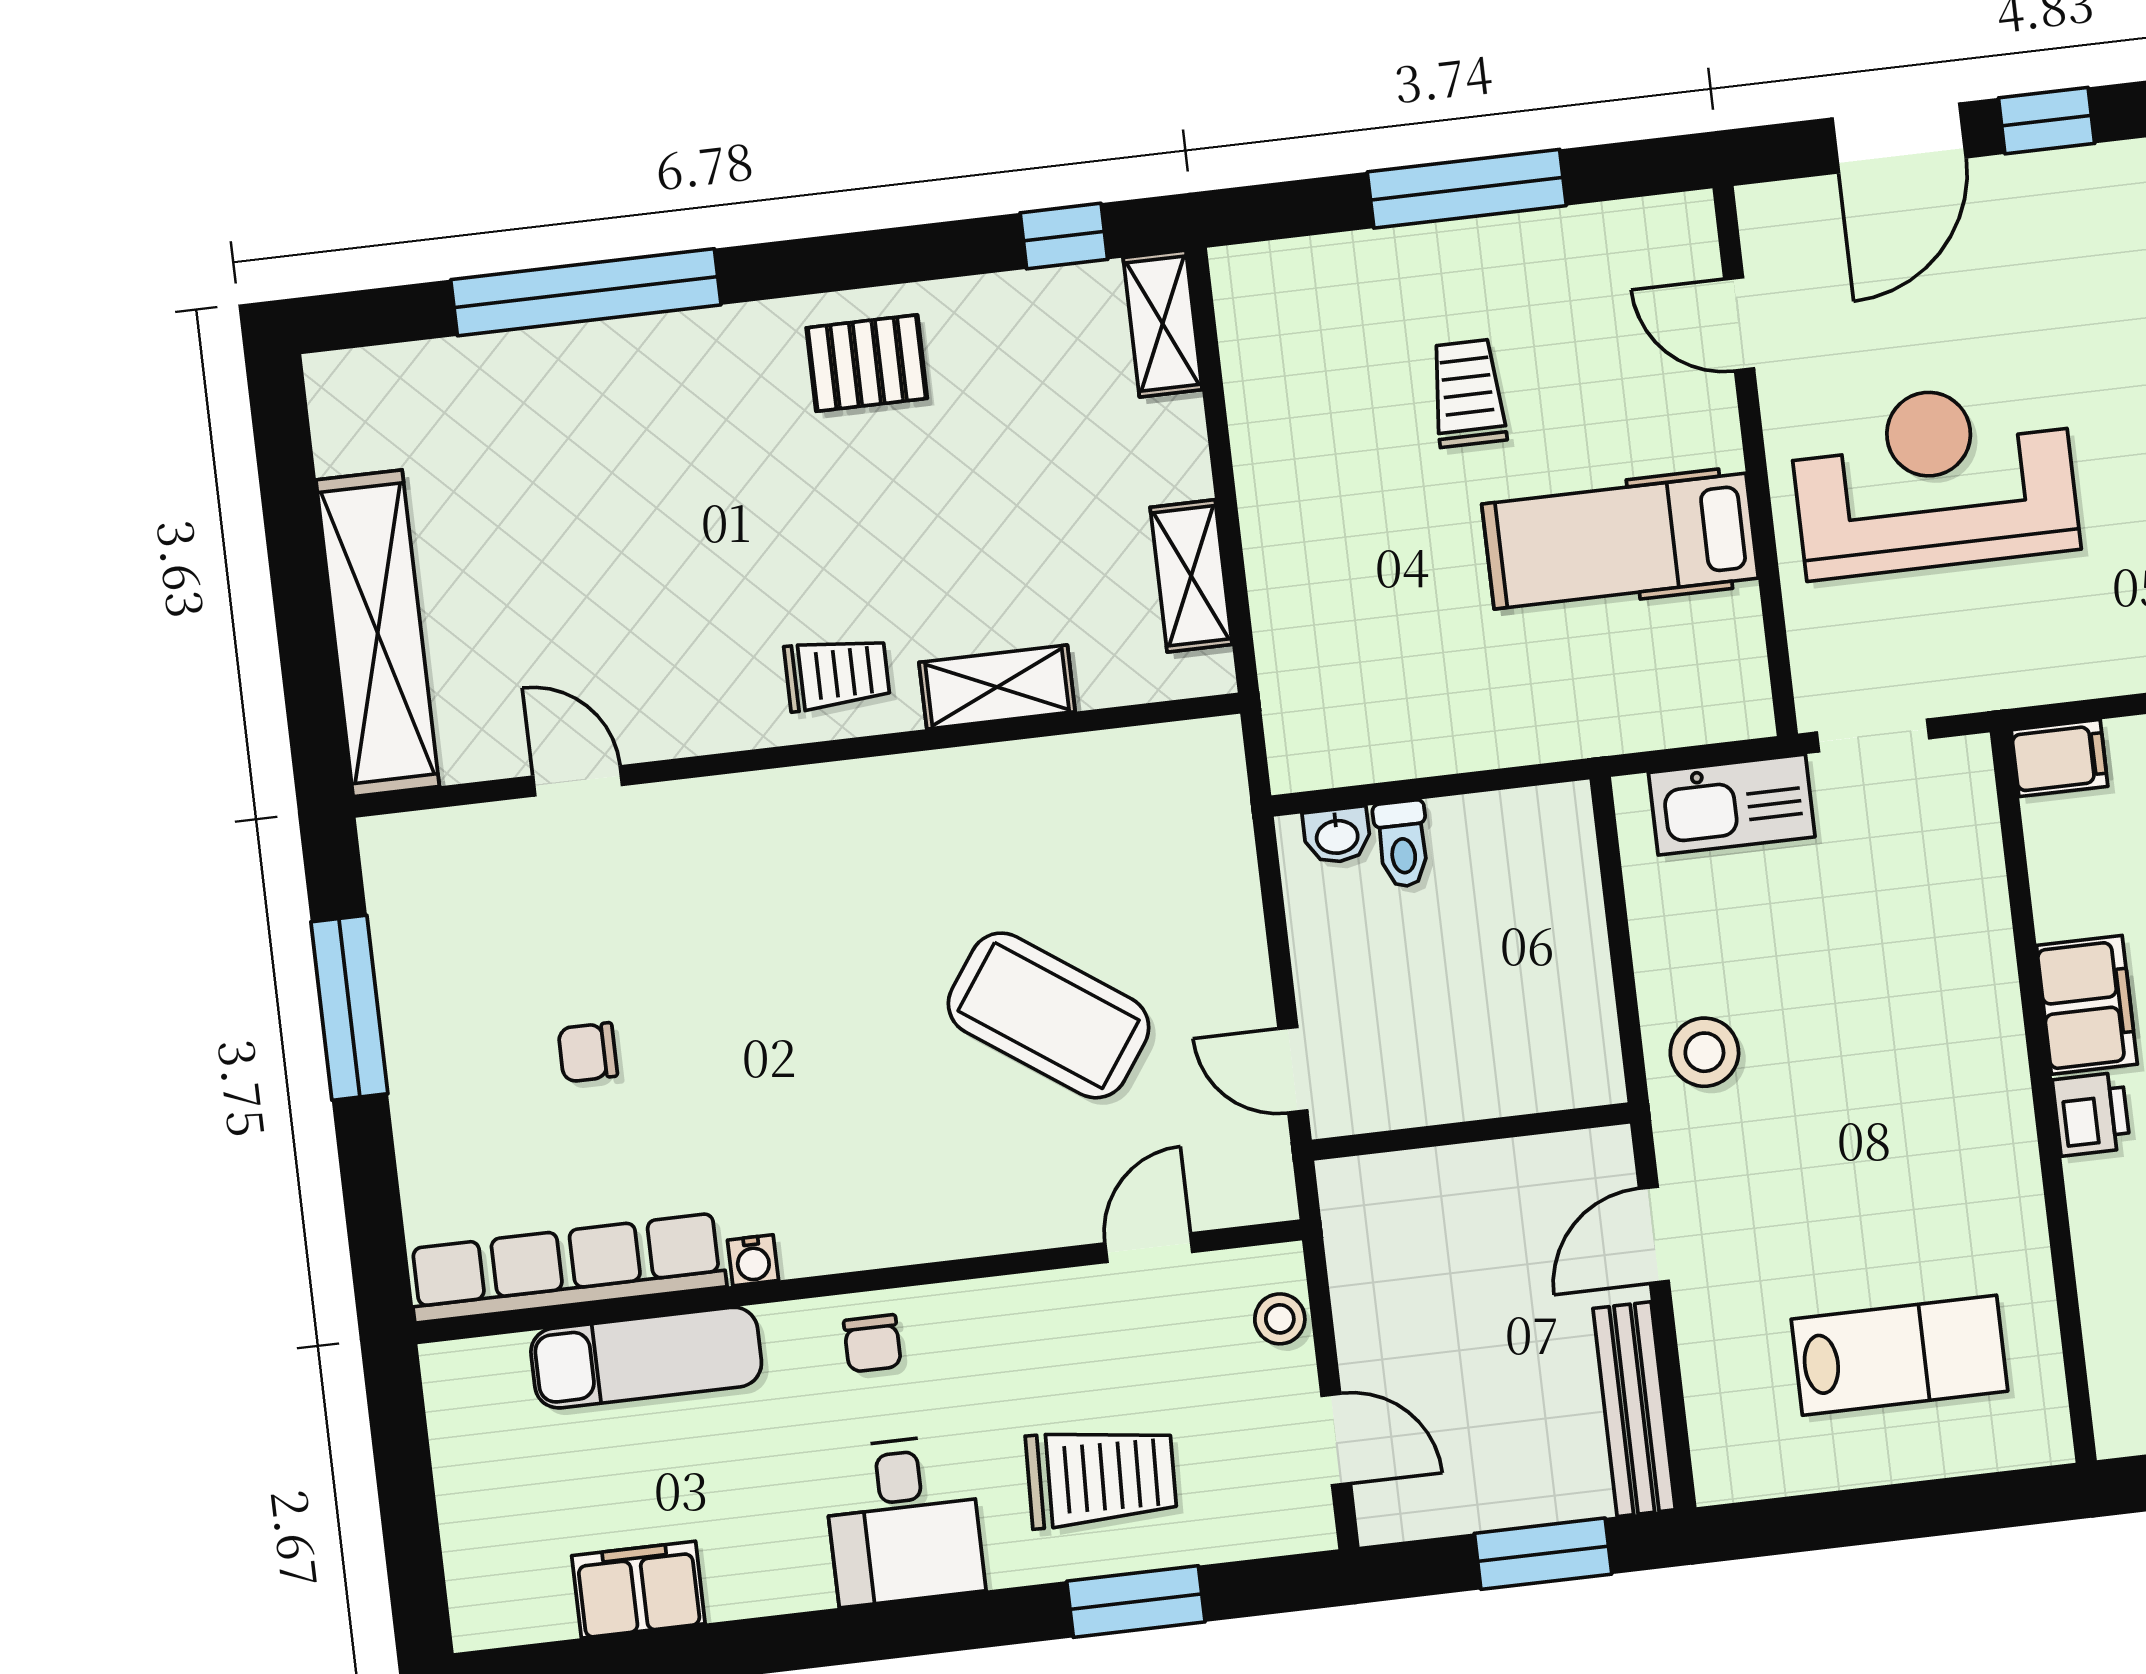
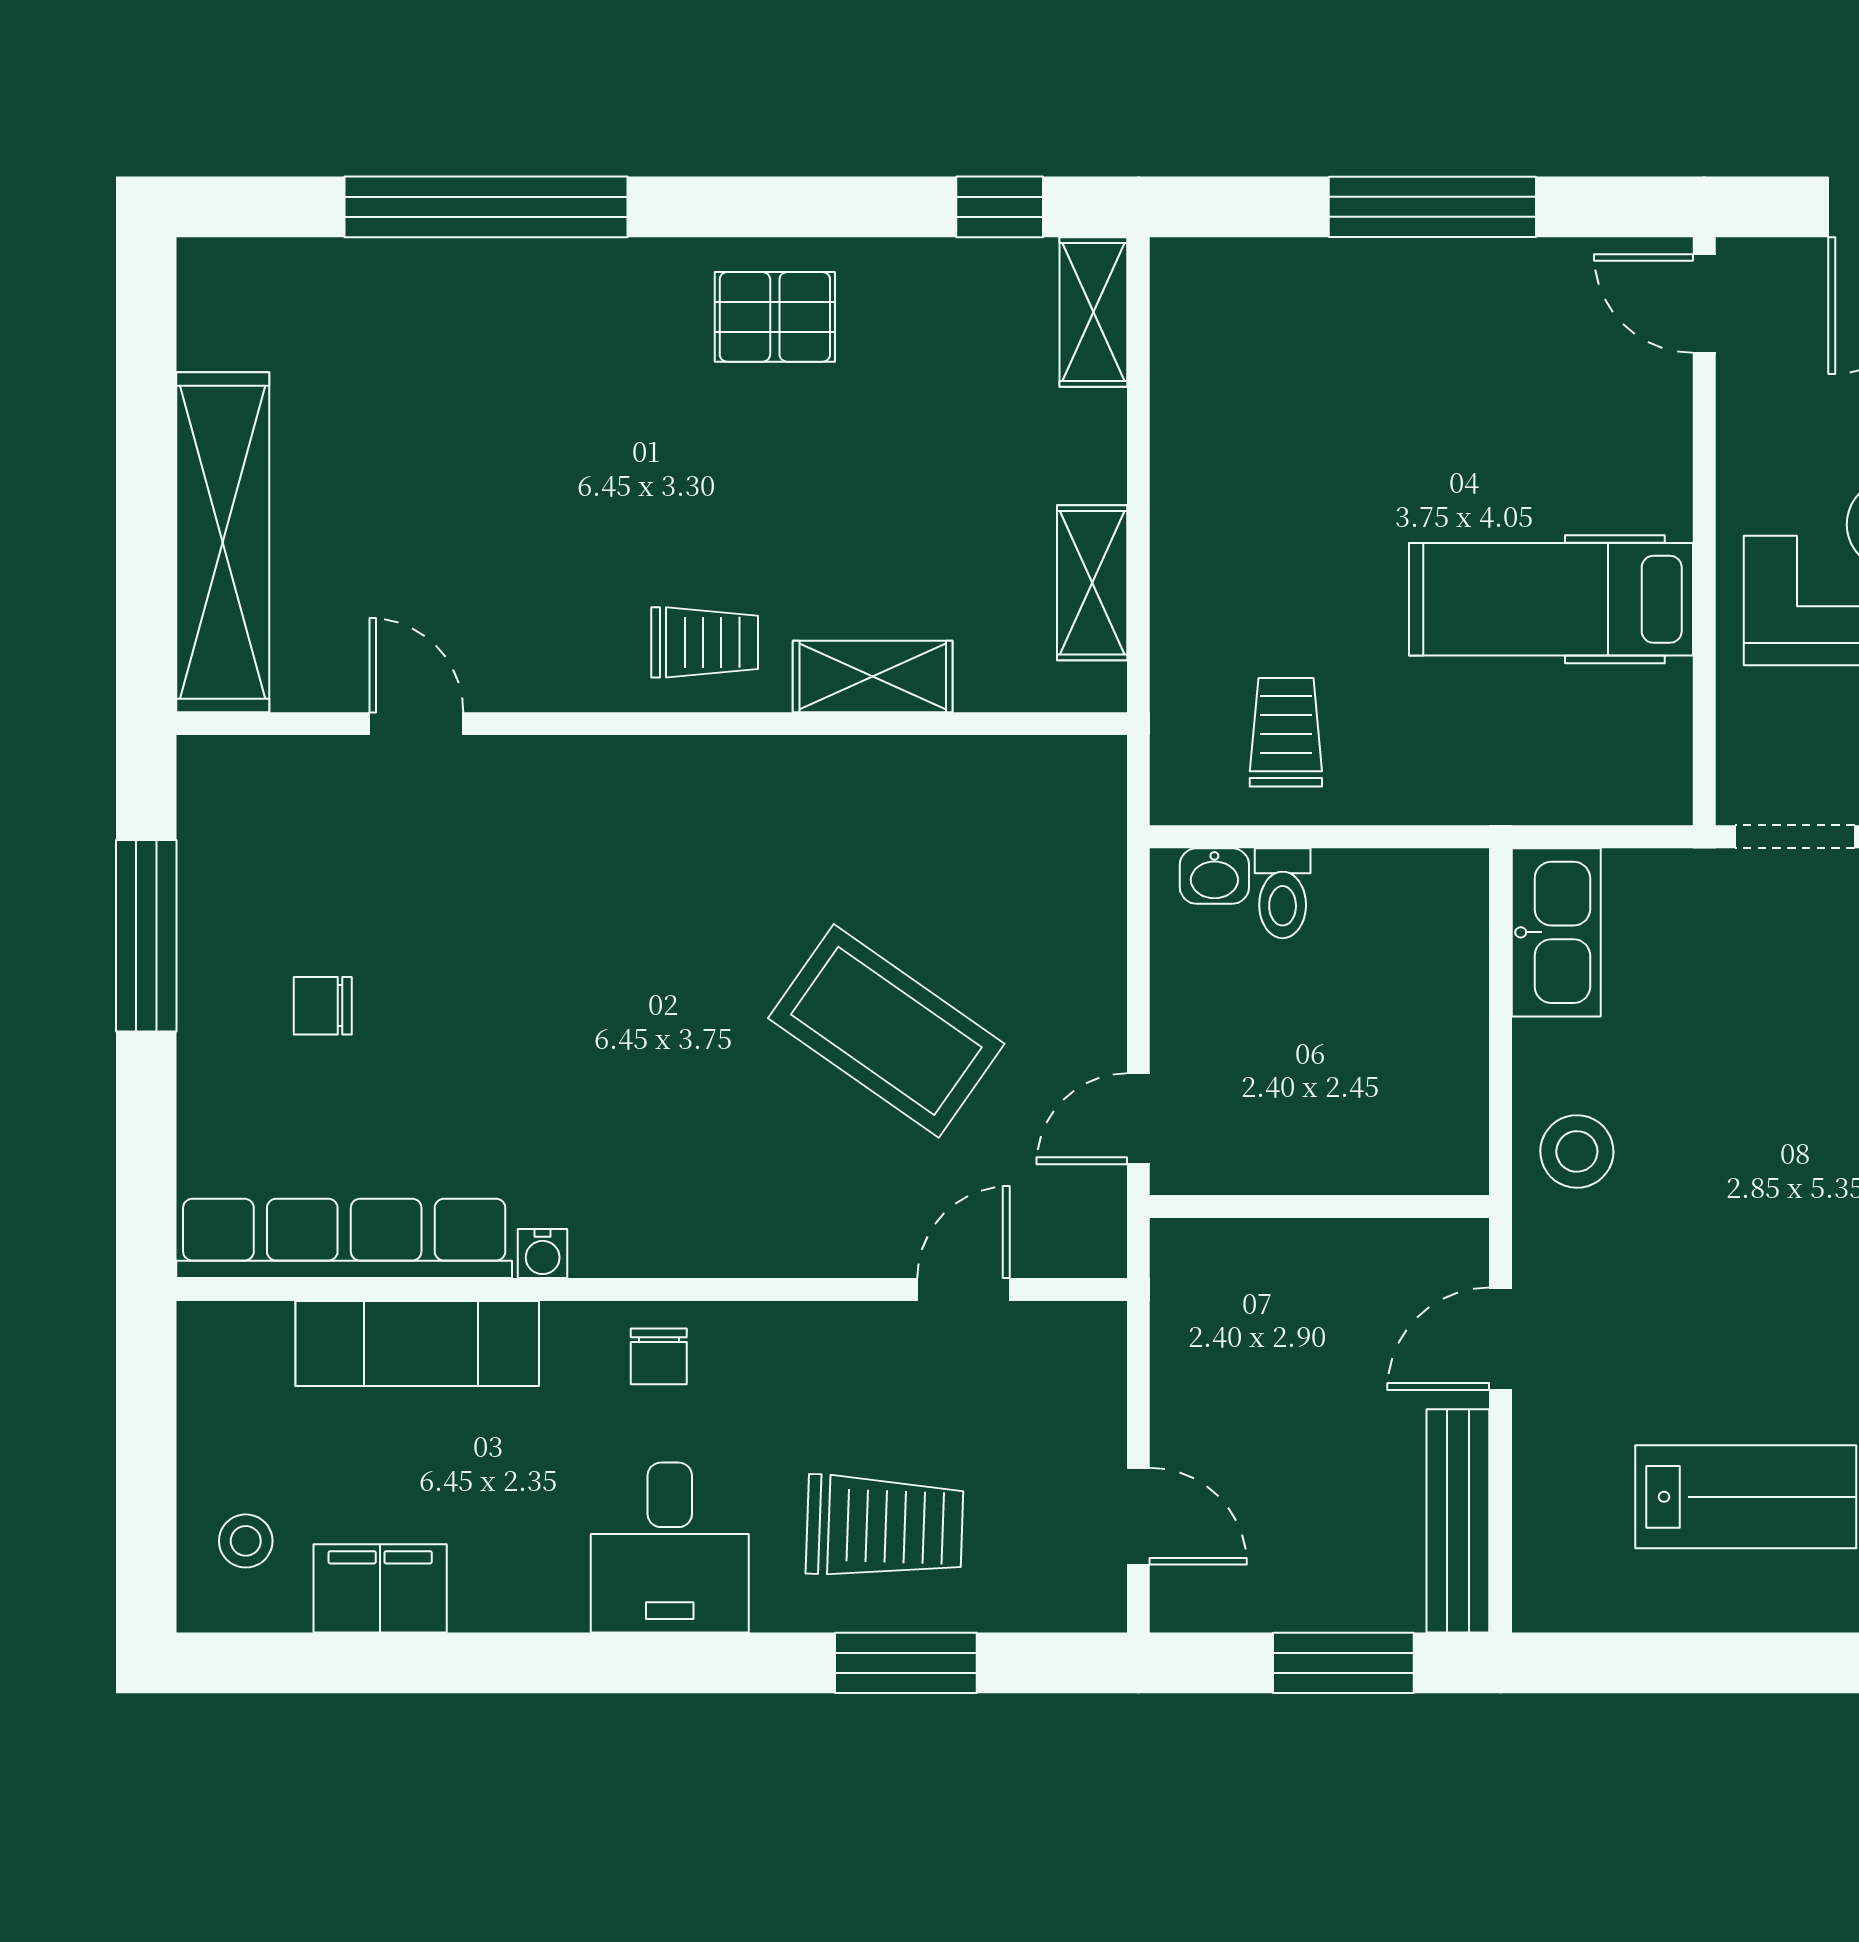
door: (1739, 324) -> (1704, 304), moved
trolley: (1468, 393) -> (1286, 732), moved
kitchen sink: (1732, 805) -> (1556, 932), moved, turned -90
chair: (588, 1052) -> (323, 1006), moved
door: (1293, 1070) -> (1138, 1119), hinge flipped
stool: (1280, 1319) -> (246, 1541), moved

